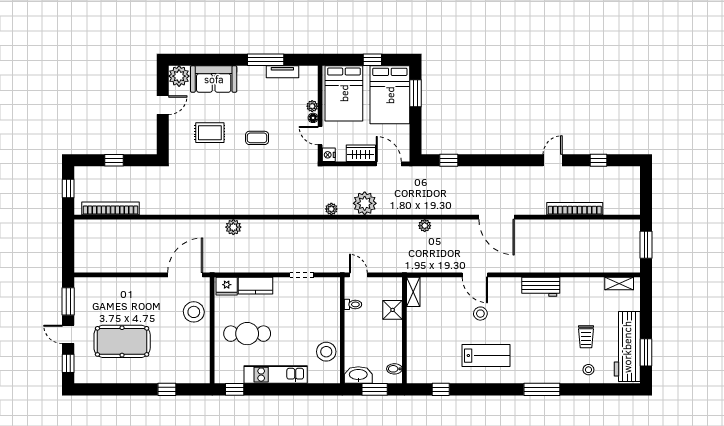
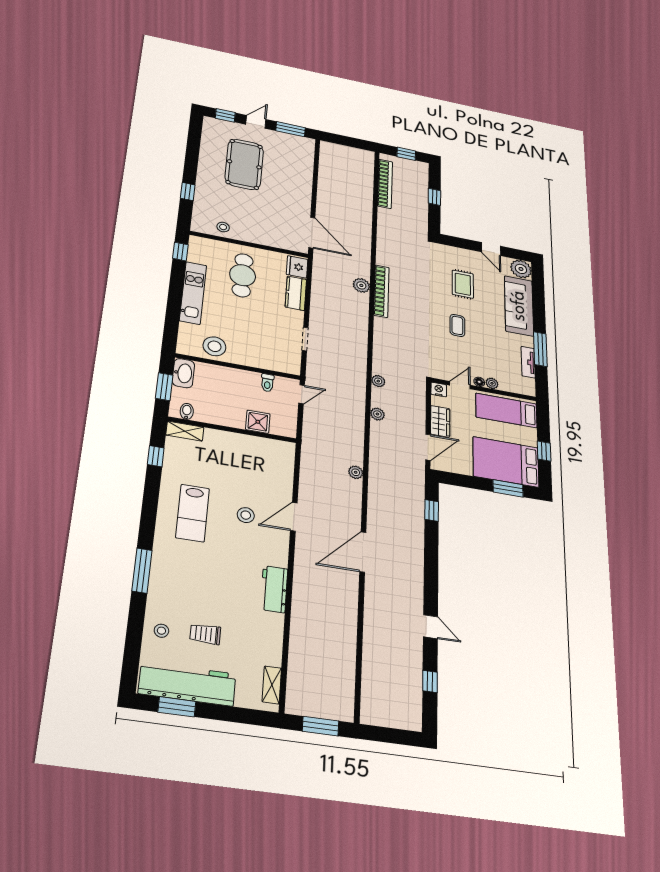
sofa: (214, 79) -> (519, 306), width x1.36
bed: (344, 93) -> (506, 410), width x0.67
plant: (365, 203) -> (377, 414), width x0.53, depth x0.53
bookcase: (575, 209) -> (381, 291), moved
shelving: (413, 292) -> (185, 431), moved
stool: (194, 312) -> (223, 227), moved, width x0.53, depth x0.53

